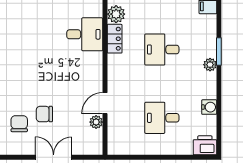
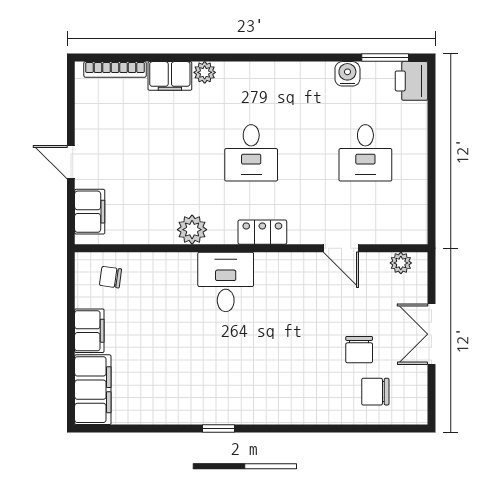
locker: (115, 39) -> (262, 232), moved
window: (219, 51) -> (385, 58), moved
plant: (210, 65) -> (205, 72), moved
plant: (96, 122) -> (401, 263), moved

